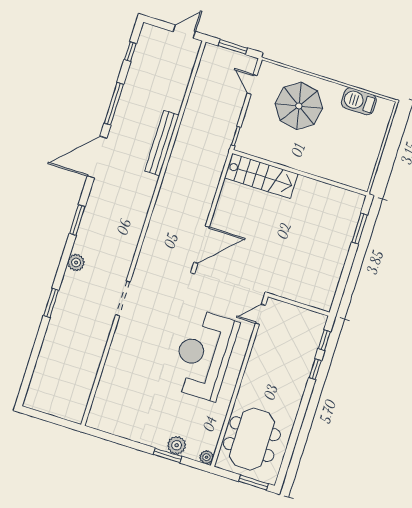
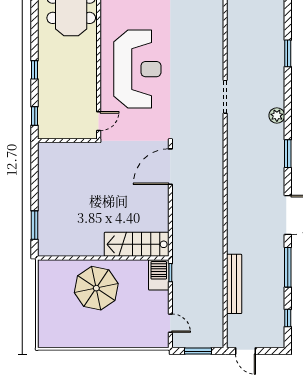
door: (184, 32) -> (245, 351), hinge flipped
barbecue: (359, 101) -> (159, 275), moved, turned -90
parasol: (299, 106) -> (96, 288), moved
bench: (162, 143) -> (234, 284), moved
window: (51, 303) -> (288, 53), moved
window: (315, 369) -> (35, 70), moved

